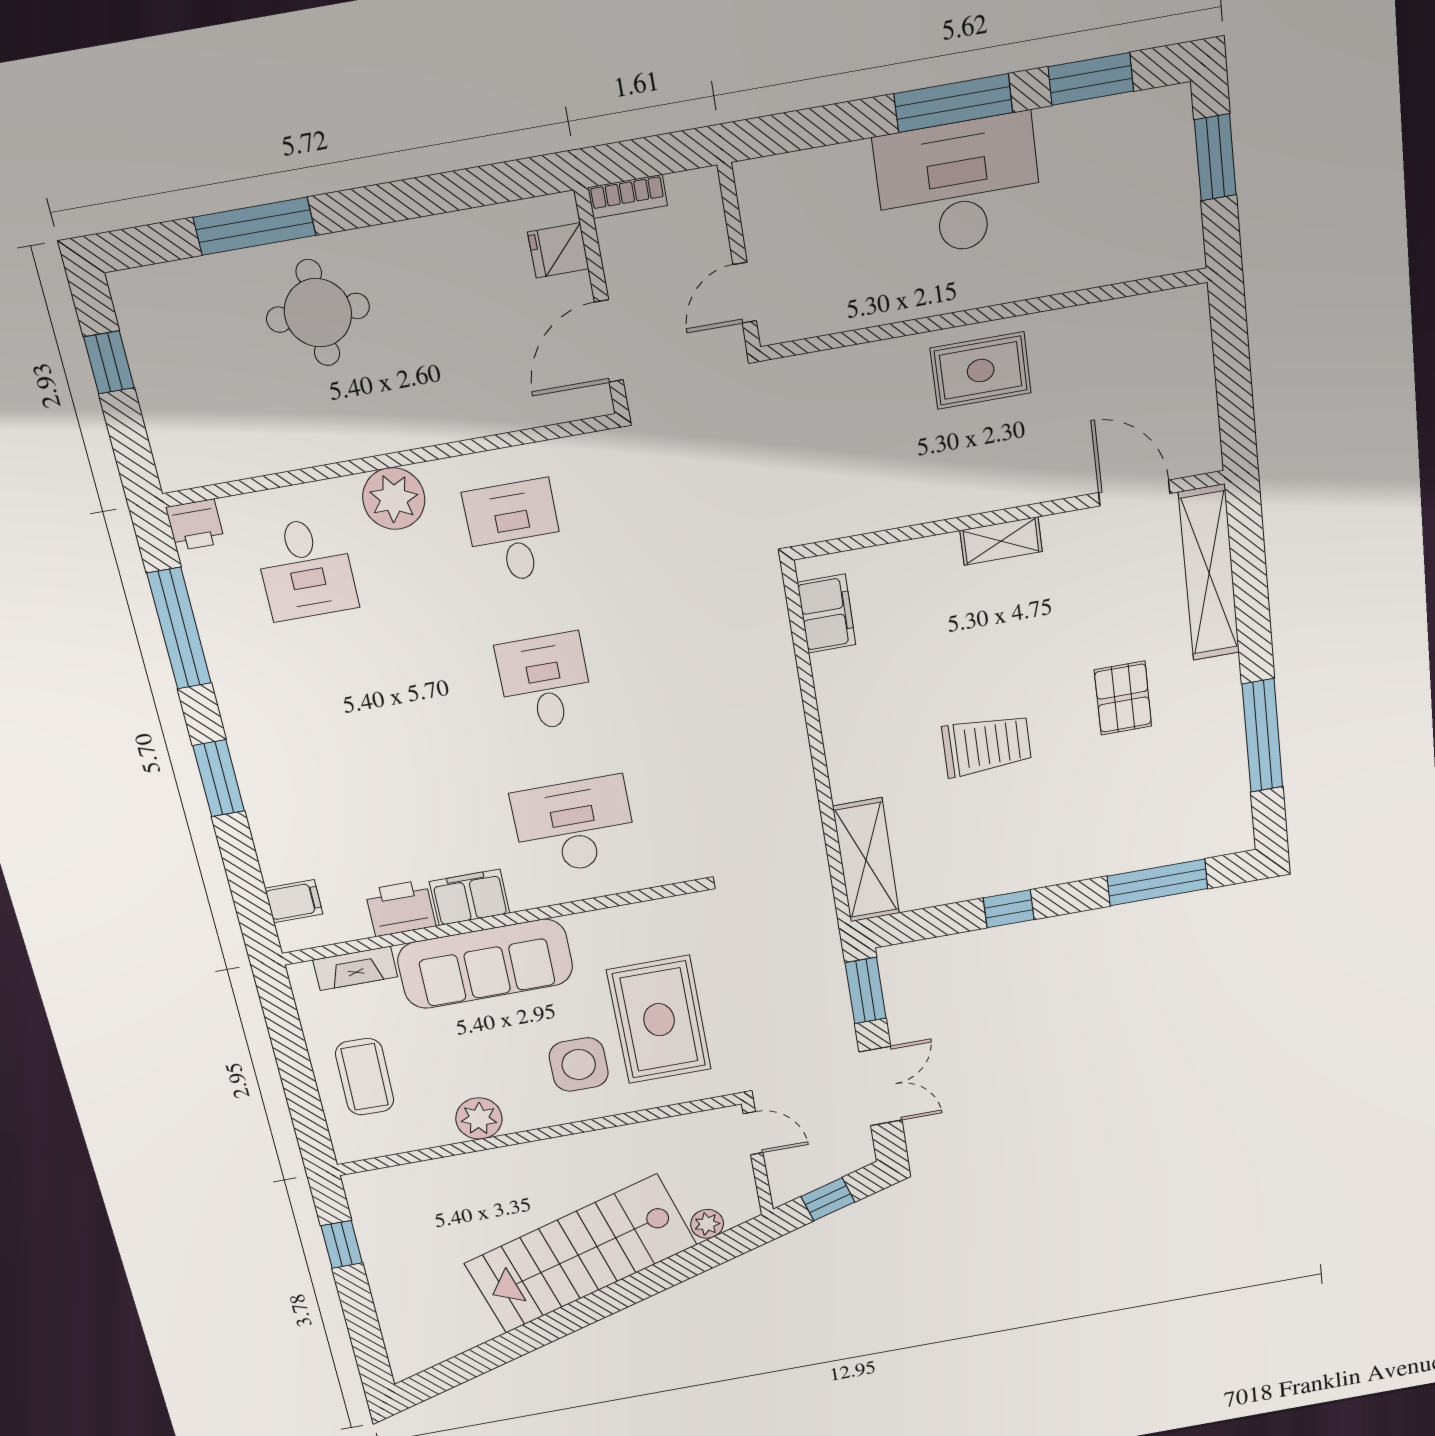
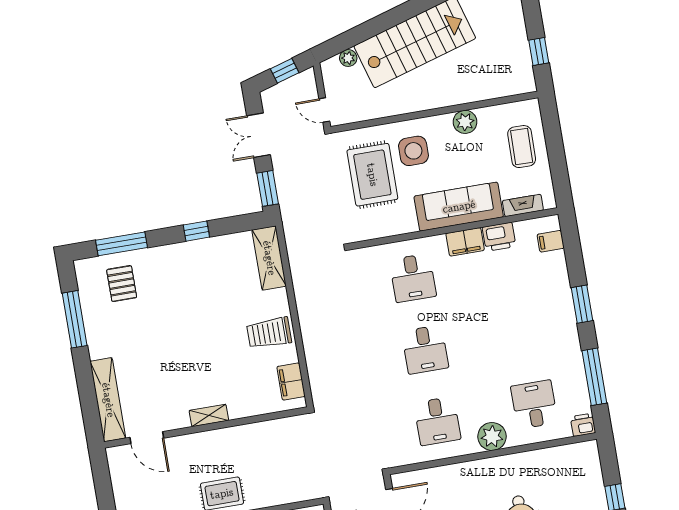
pallet: (1123, 698) -> (122, 284), moved
trolley: (987, 745) -> (269, 333), moved
desk: (574, 826) -> (413, 278), width x0.73

